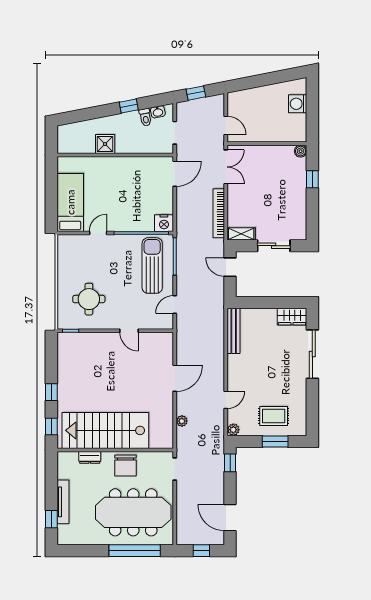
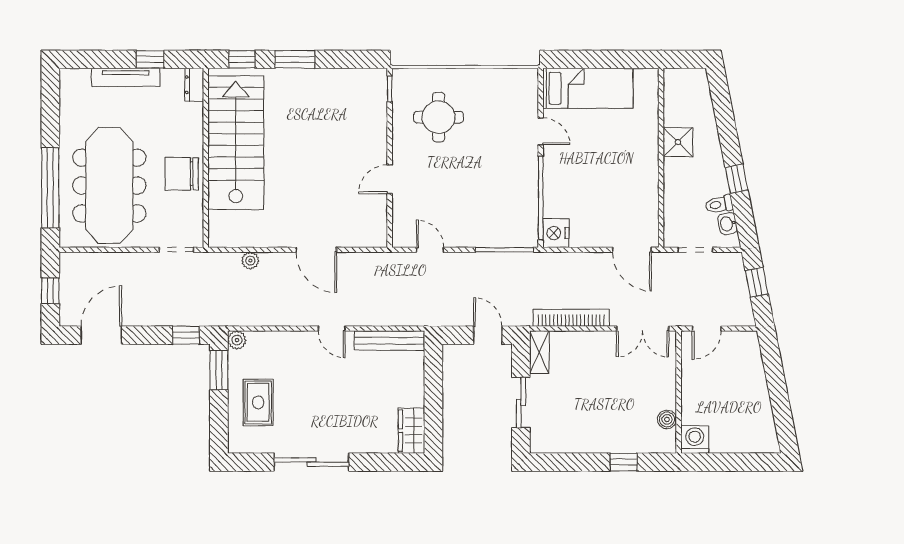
washing machine: (298, 104) -> (695, 439), moved
boiler: (301, 151) -> (667, 419), moved
sun lounger: (152, 266) -> (490, 215), removed
door: (230, 267) -> (488, 335), hinge flipped
sliding door: (312, 354) -> (311, 462), moved
window: (51, 392) -> (295, 59), width x1.50
door: (226, 400) -> (332, 329), moved
window: (275, 441) -> (219, 370), moved
dresser: (90, 457) -> (194, 85), moved
window: (51, 519) -> (150, 59), moved

